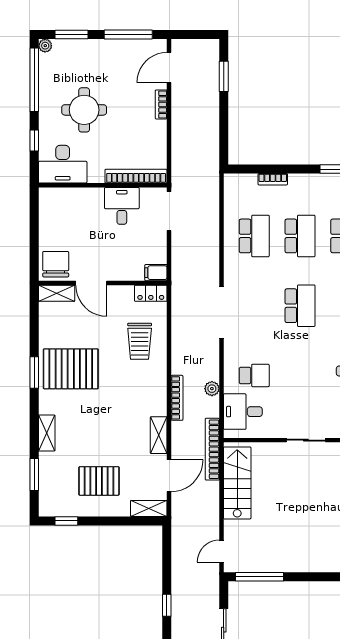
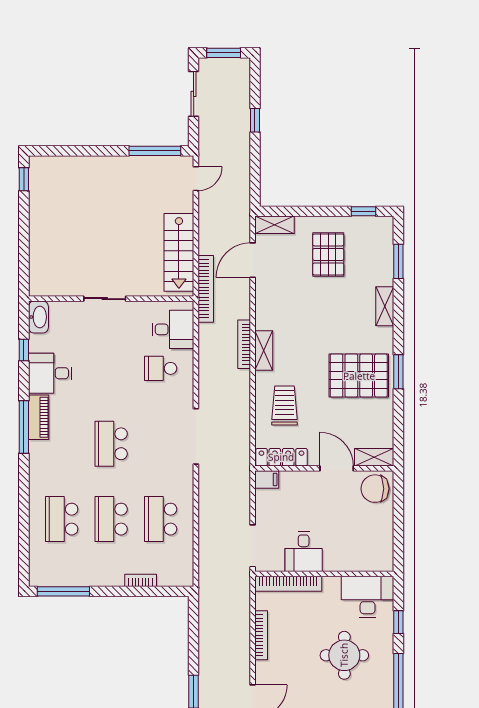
bookcase: (161, 104) -> (261, 635), moved, width x1.56
chair: (56, 264) -> (375, 489), turned 90
locker: (151, 293) -> (281, 457), width x1.53
plant: (212, 389) -> (206, 354), removed
shelving: (159, 435) -> (264, 351), moved
pallet: (99, 481) -> (328, 254), turned 90

